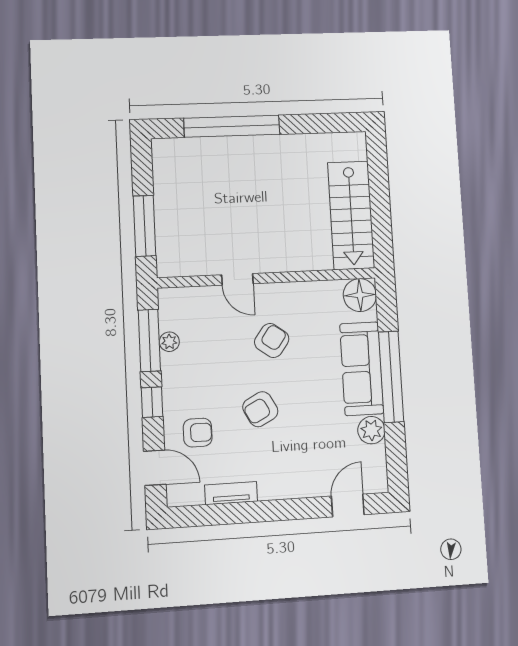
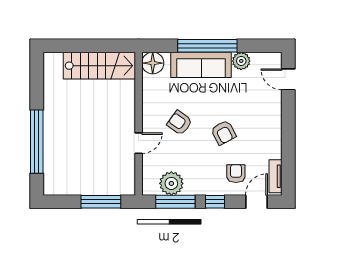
plant: (169, 342) -> (171, 183), width x1.87, depth x1.87
tv unit: (231, 493) -> (276, 176), moved

